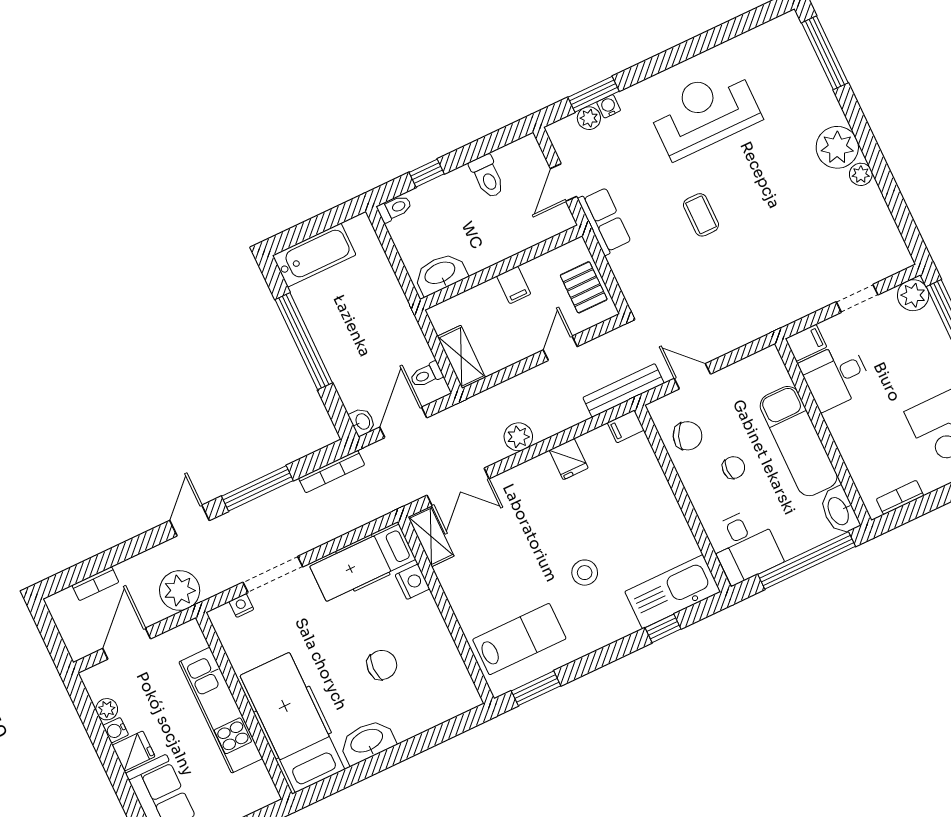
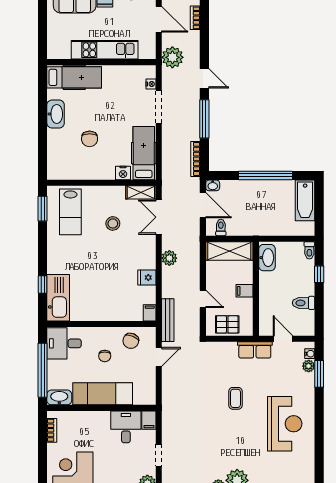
water cooler: (609, 106) -> (310, 354), moved
coffee table: (701, 215) -> (235, 398), turned 90
shelving: (461, 357) -> (229, 251), width x1.50, depth x1.33
stool: (585, 573) -> (113, 223), moved
hospital bed: (292, 723) -> (74, 77), width x0.73, depth x0.78

